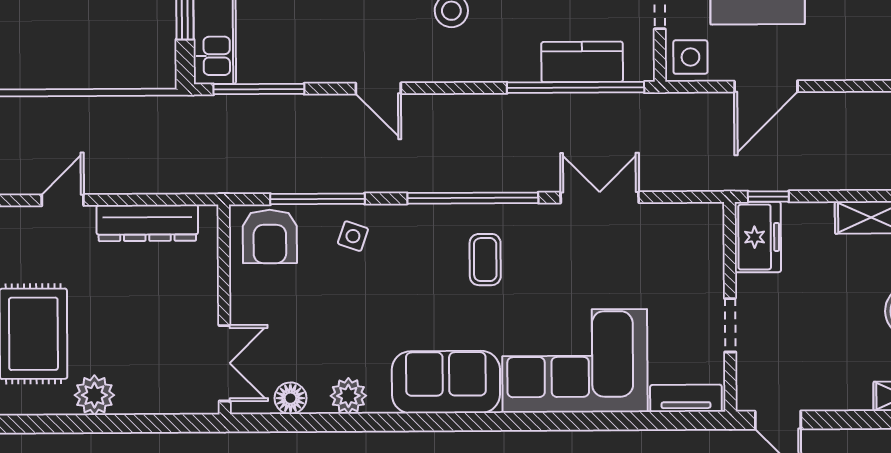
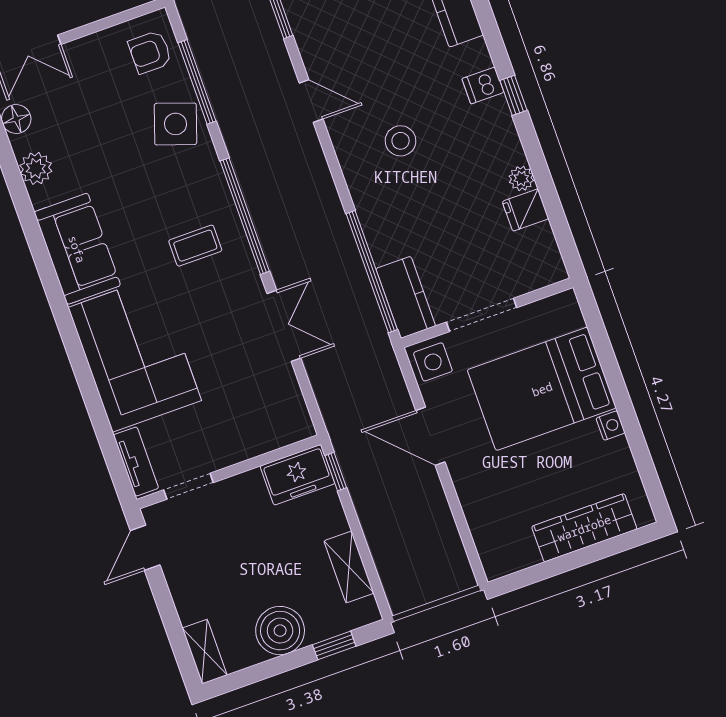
kitchen counter: (582, 62) -> (406, 297), moved
door: (378, 88) -> (311, 101), swing flipped
armchair: (270, 236) -> (150, 52), width x0.72, depth x0.72
side table: (353, 236) -> (175, 124), width x1.87, depth x1.87
doorway: (730, 325) -> (188, 486), moved

